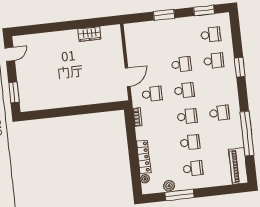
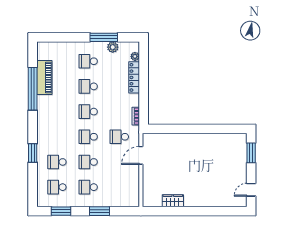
school desk: (219, 113) -> (88, 187), moved
piano: (238, 166) -> (44, 78), moved

